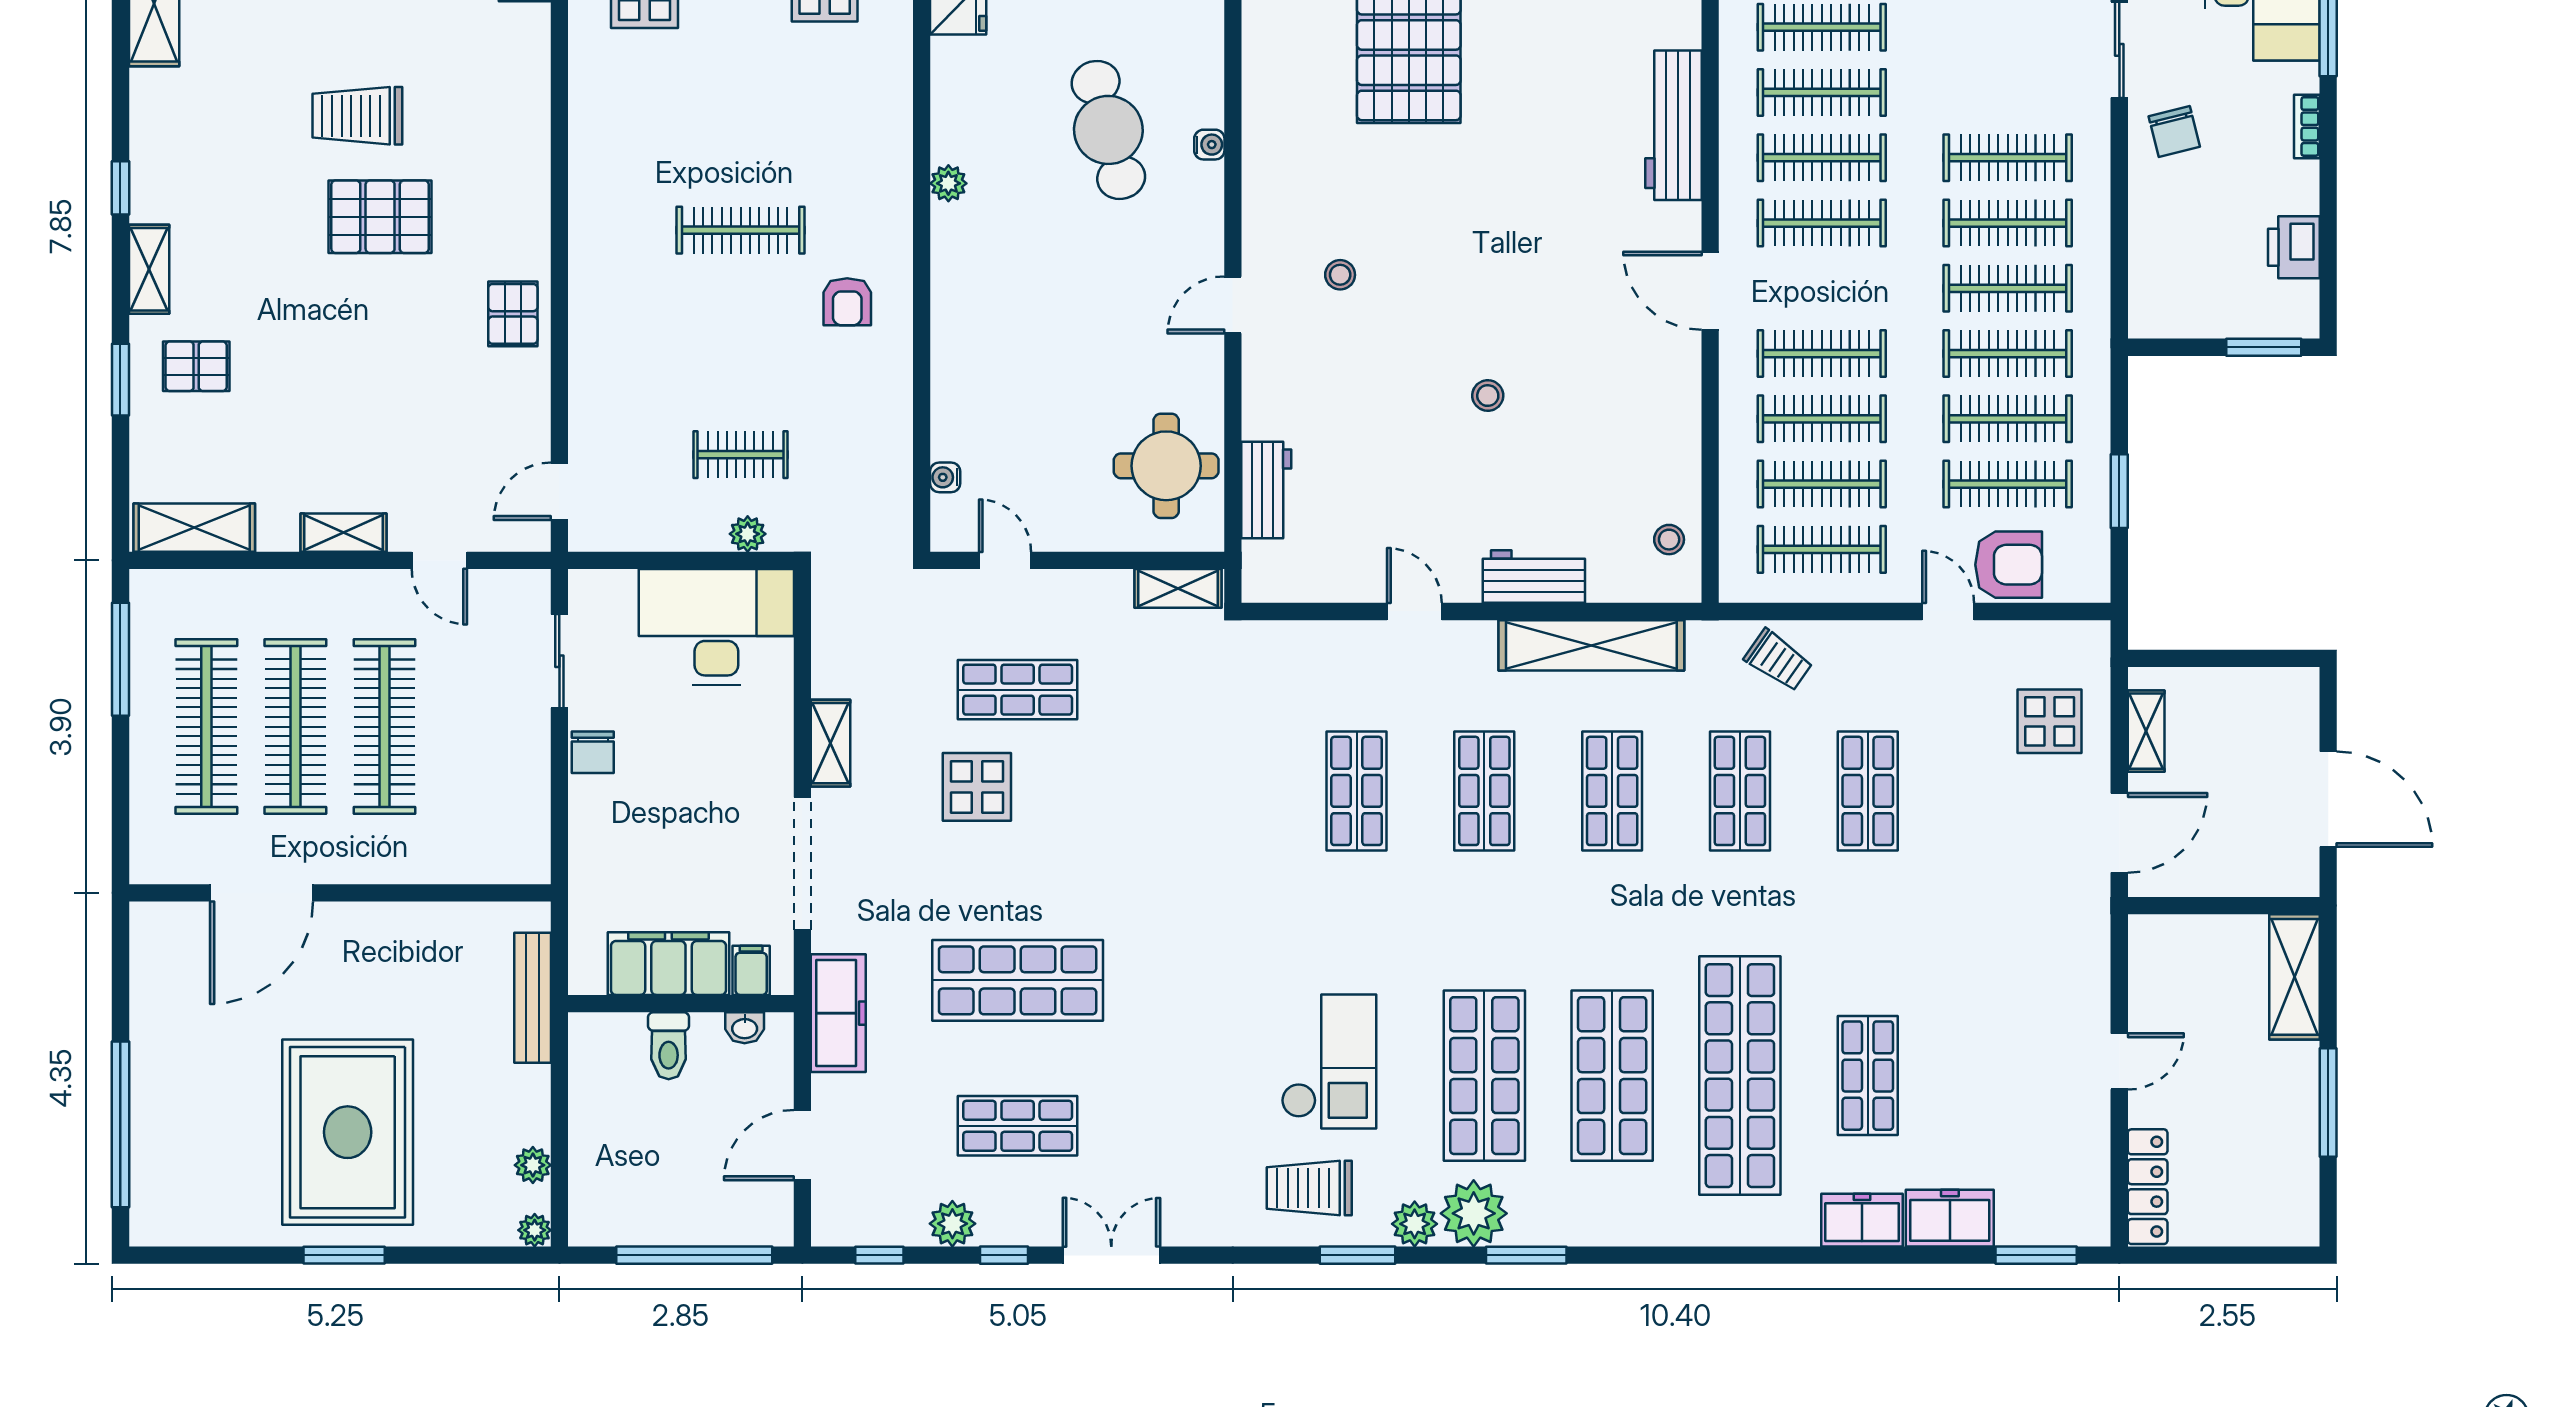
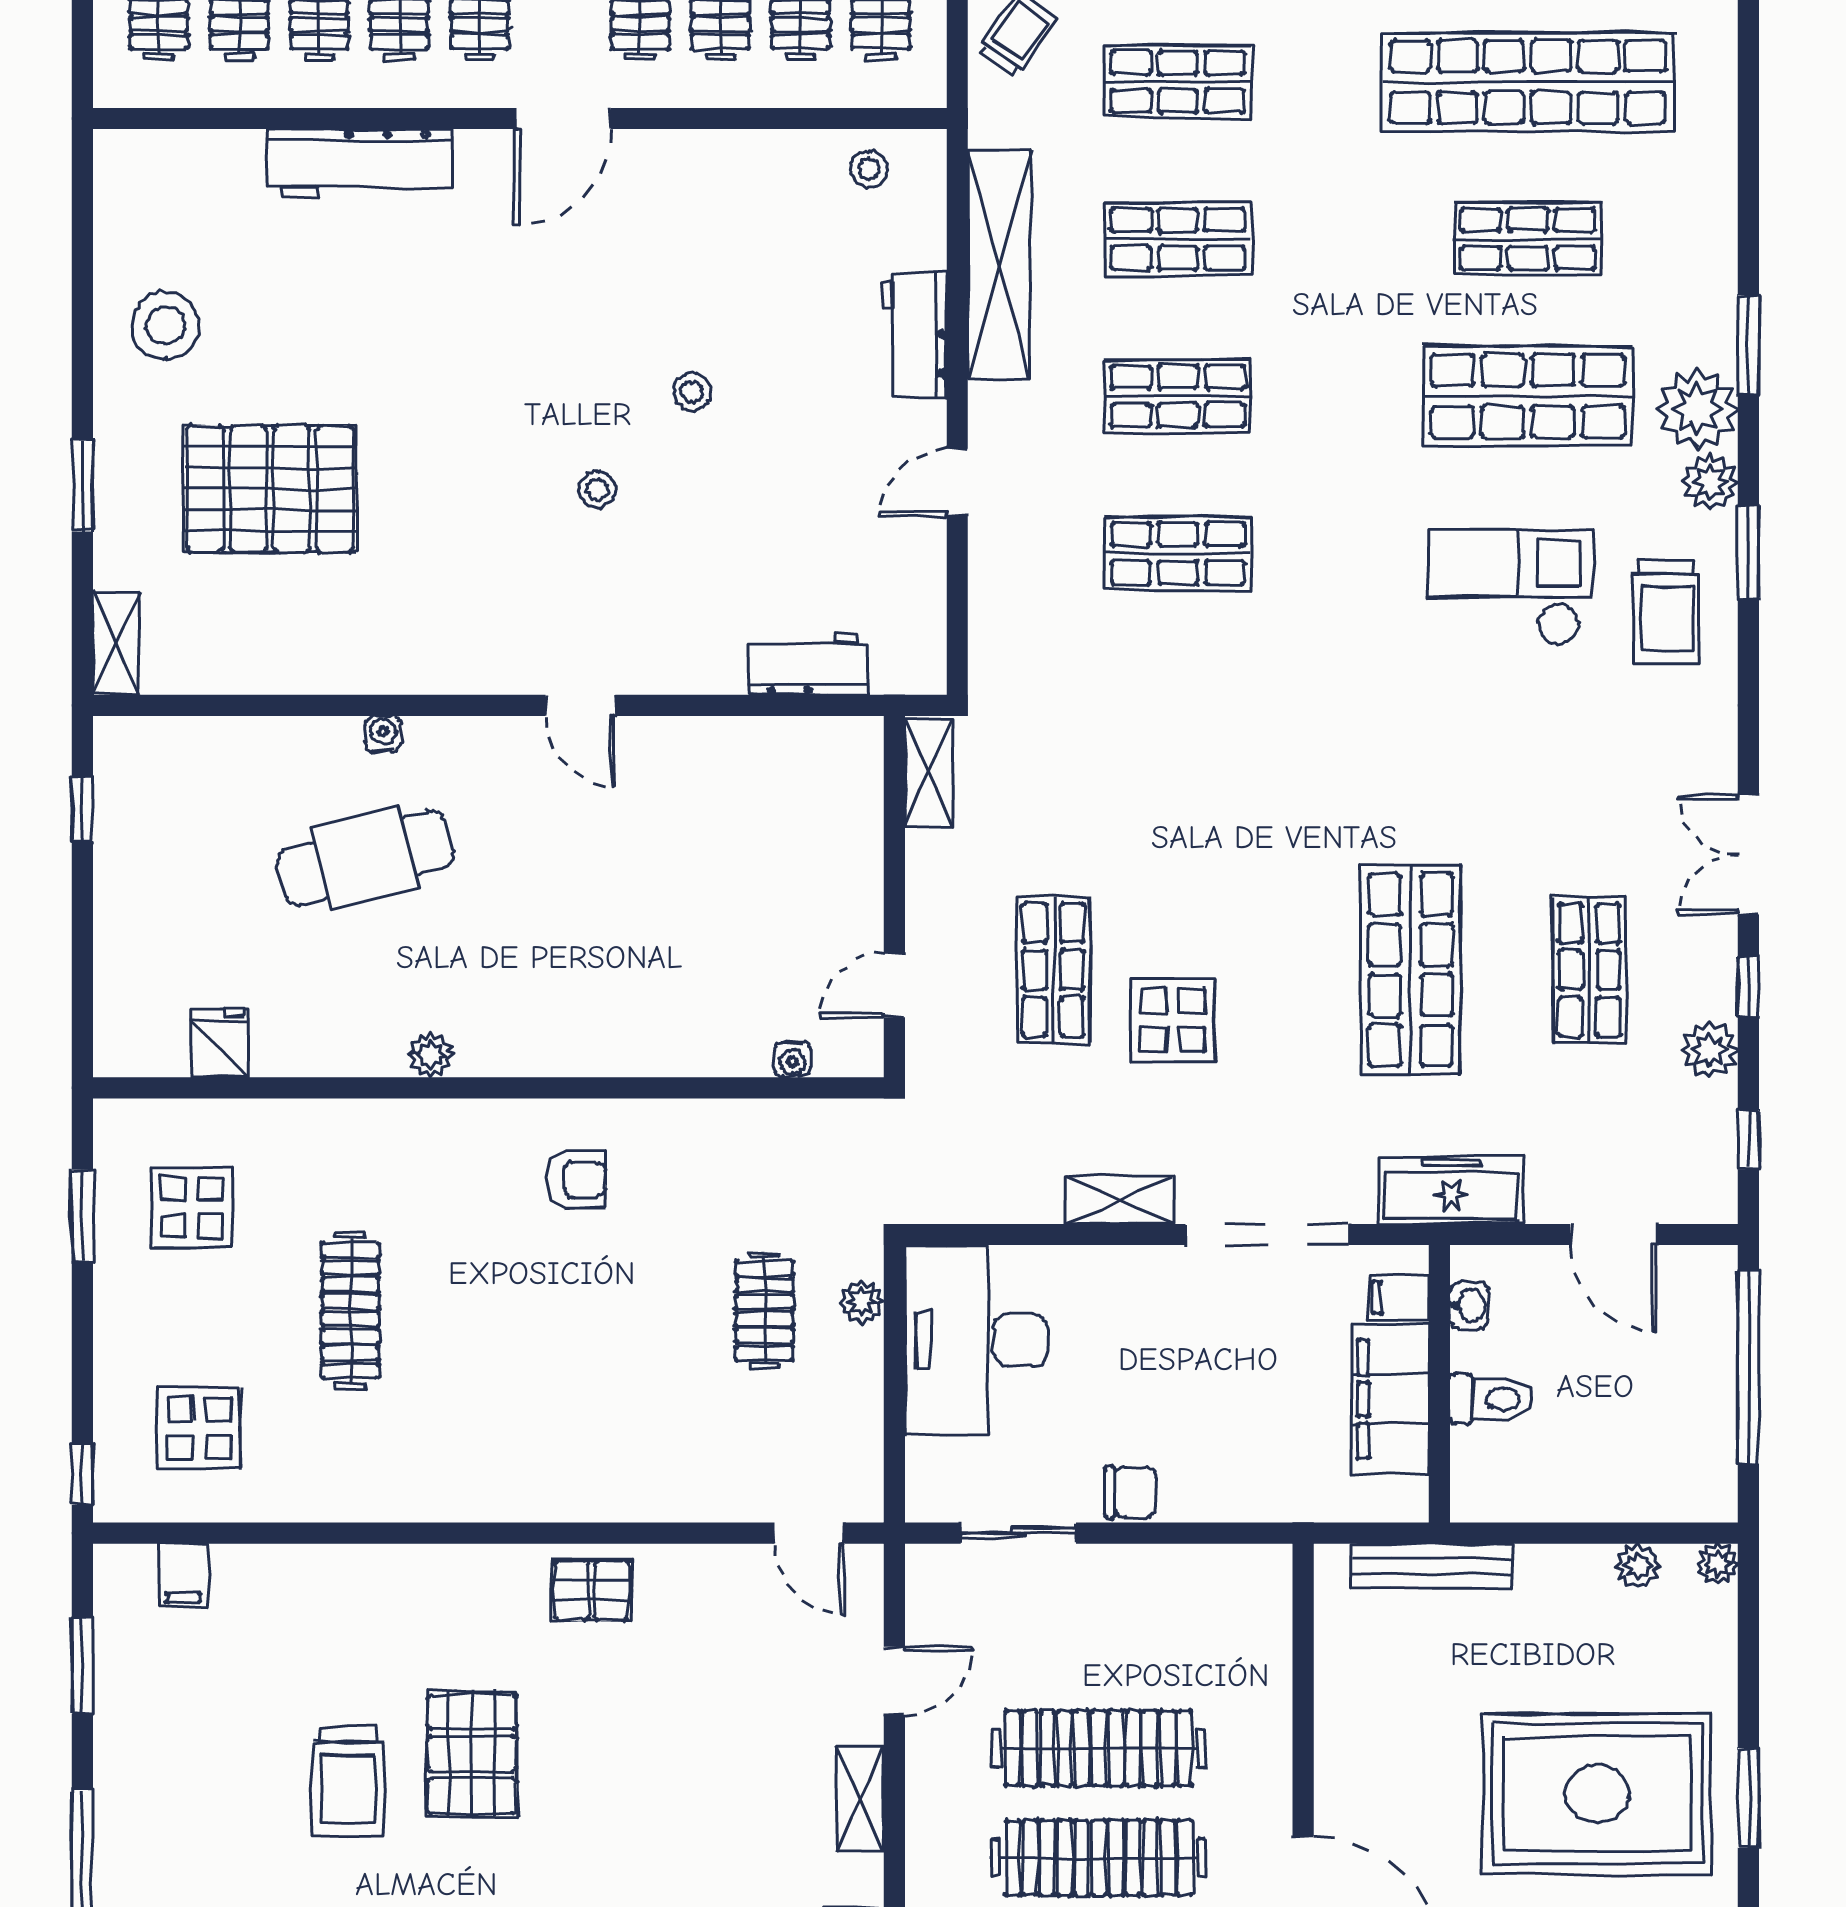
clothes rail: (741, 230) -> (350, 1310), moved
stool: (1340, 275) -> (597, 490), moved
round table: (1166, 466) -> (778, 787), removed
shop shelf: (1612, 1076) -> (1528, 239), width x0.70, depth x0.74

